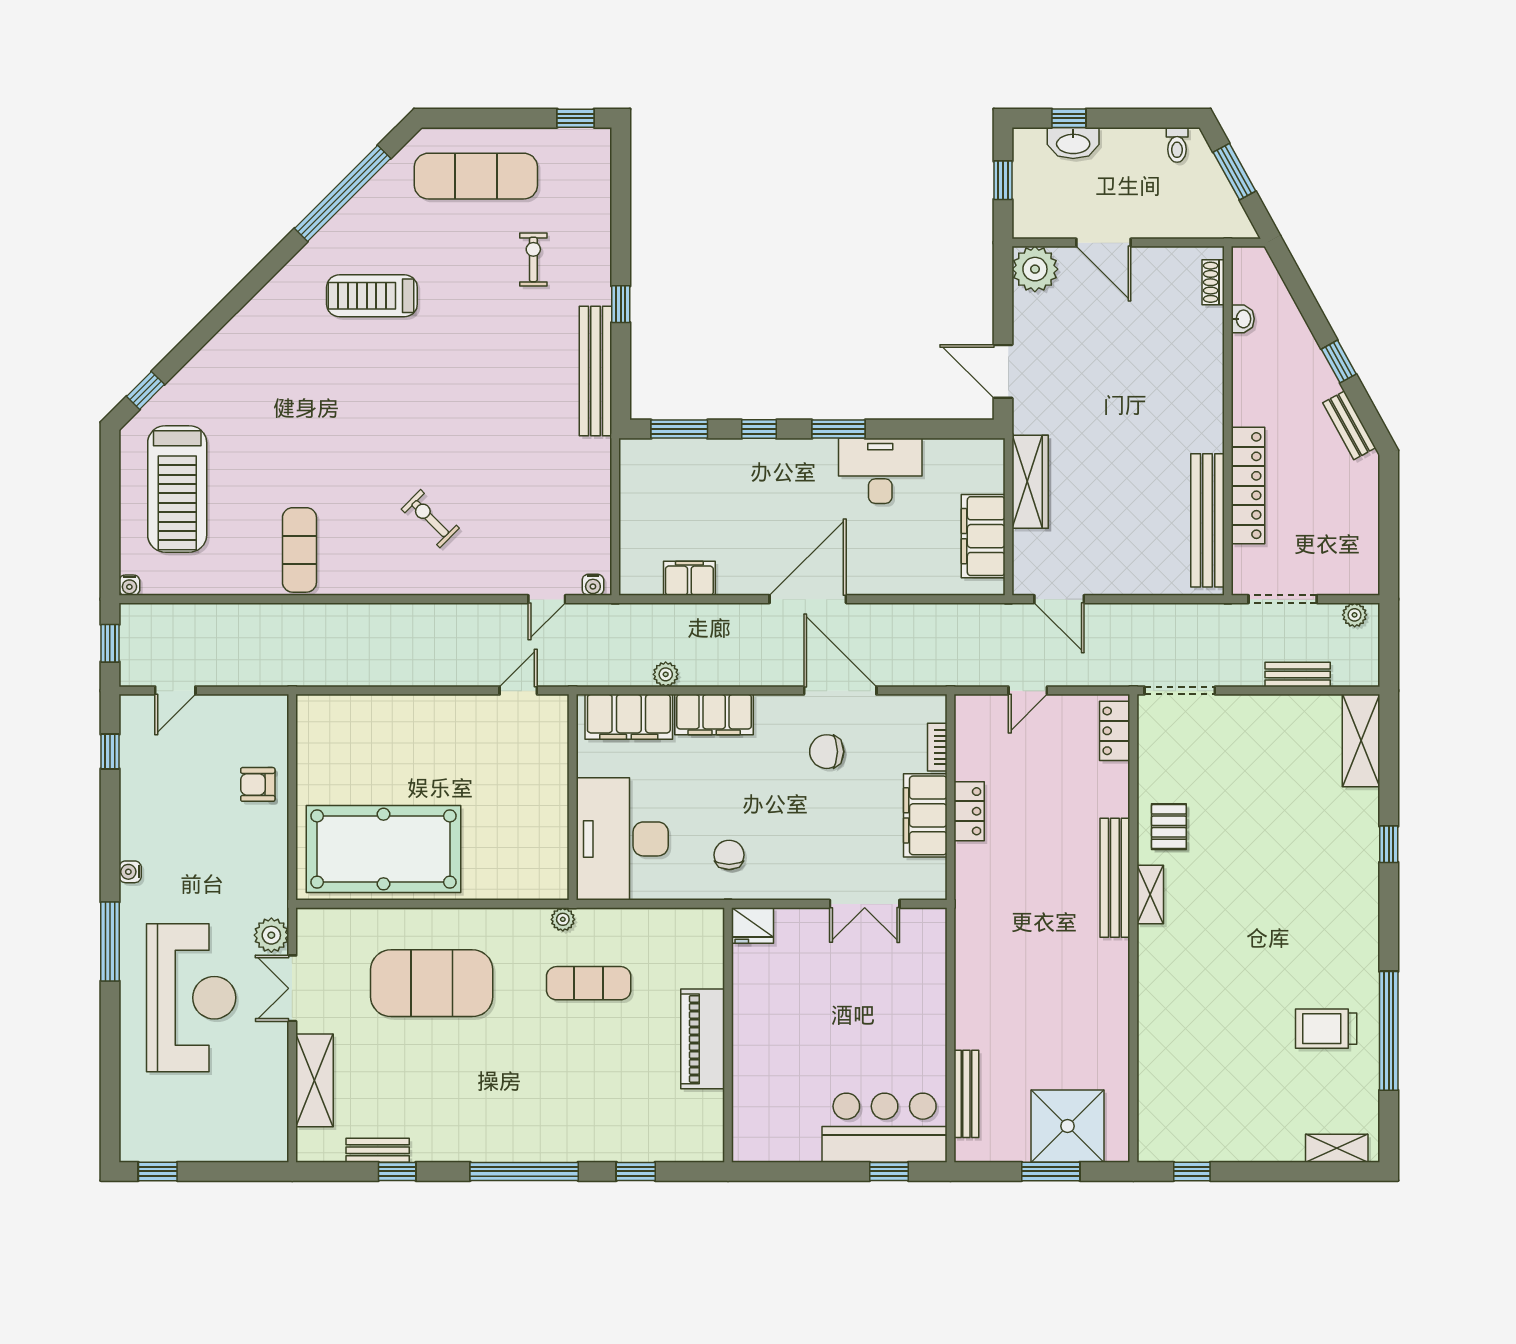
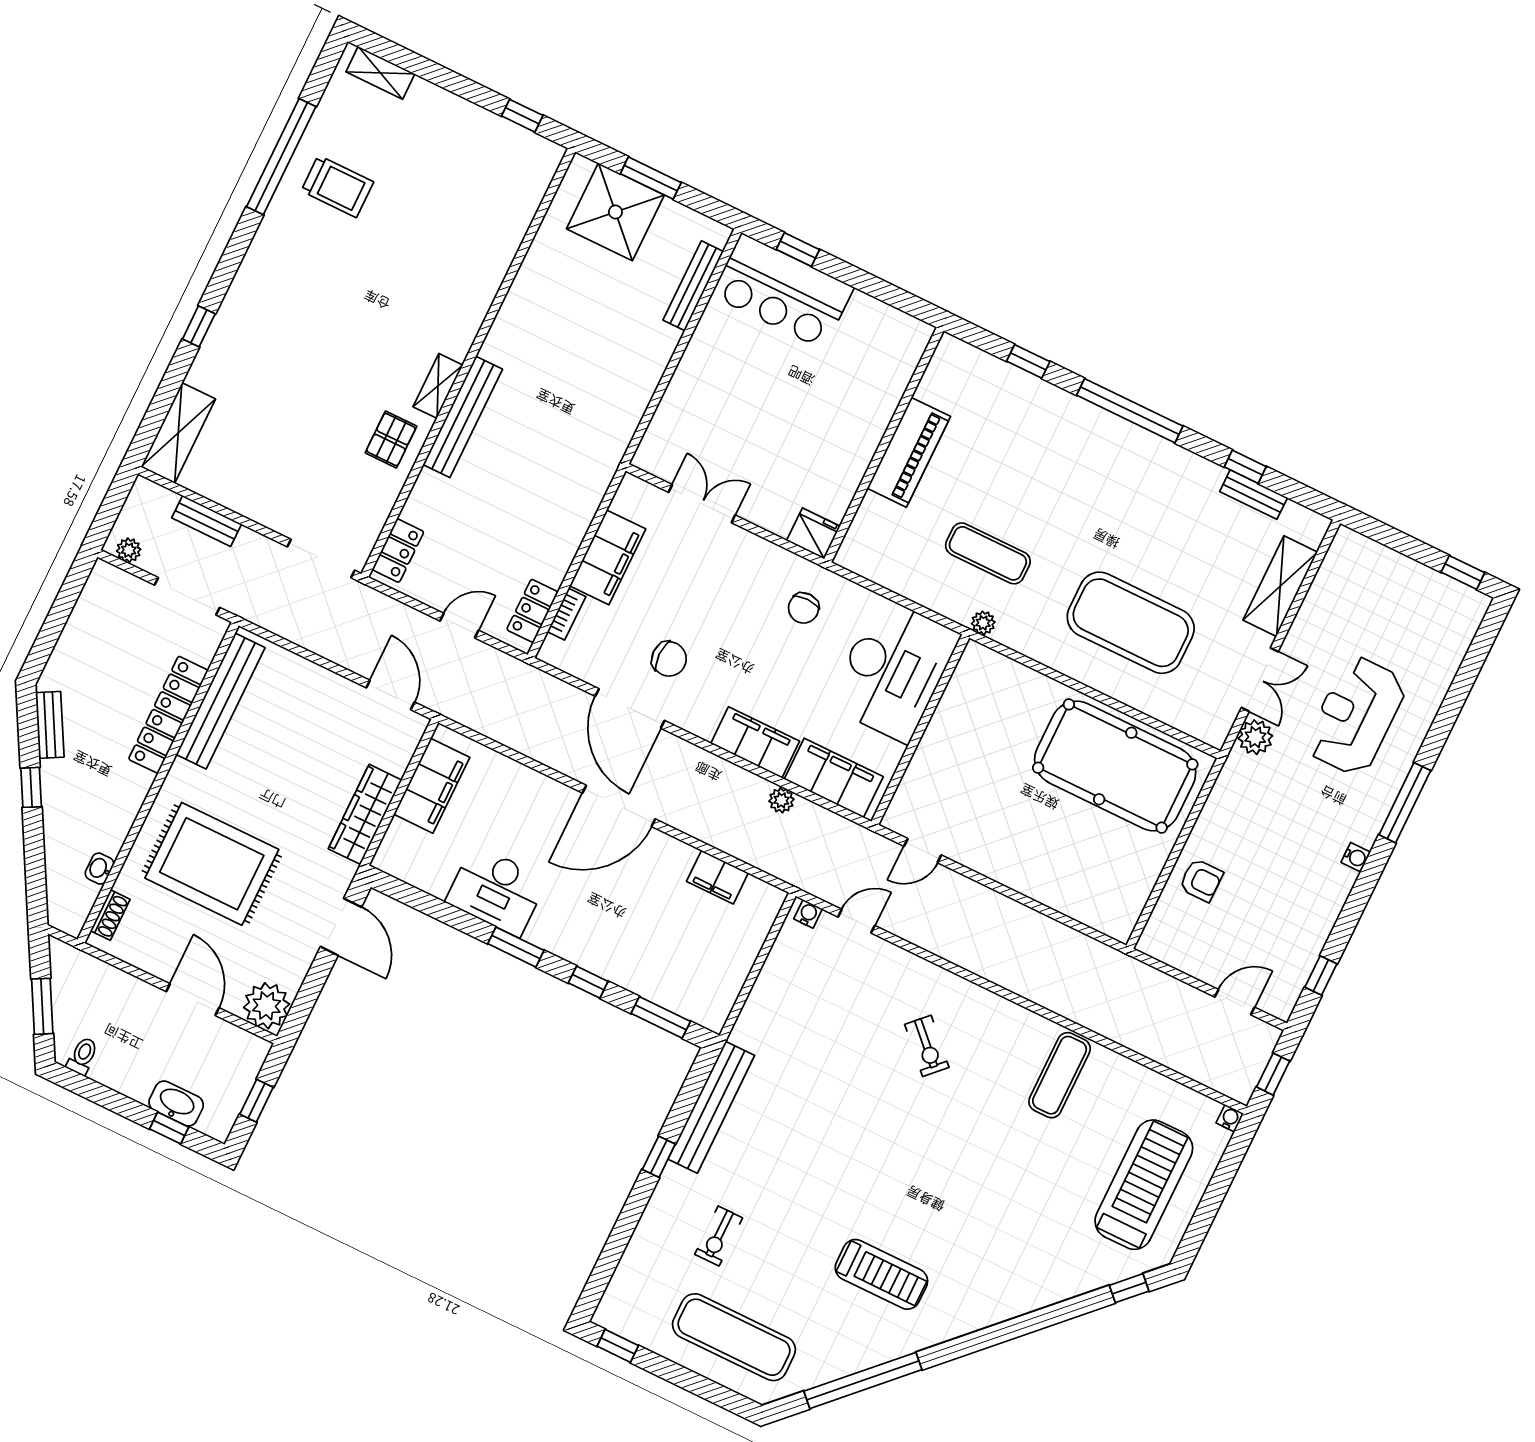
rug: (1145, 372) -> (212, 864), added
locker: (969, 811) -> (532, 611), moved
reception desk: (191, 998) -> (1356, 716), width x0.74, depth x0.77

